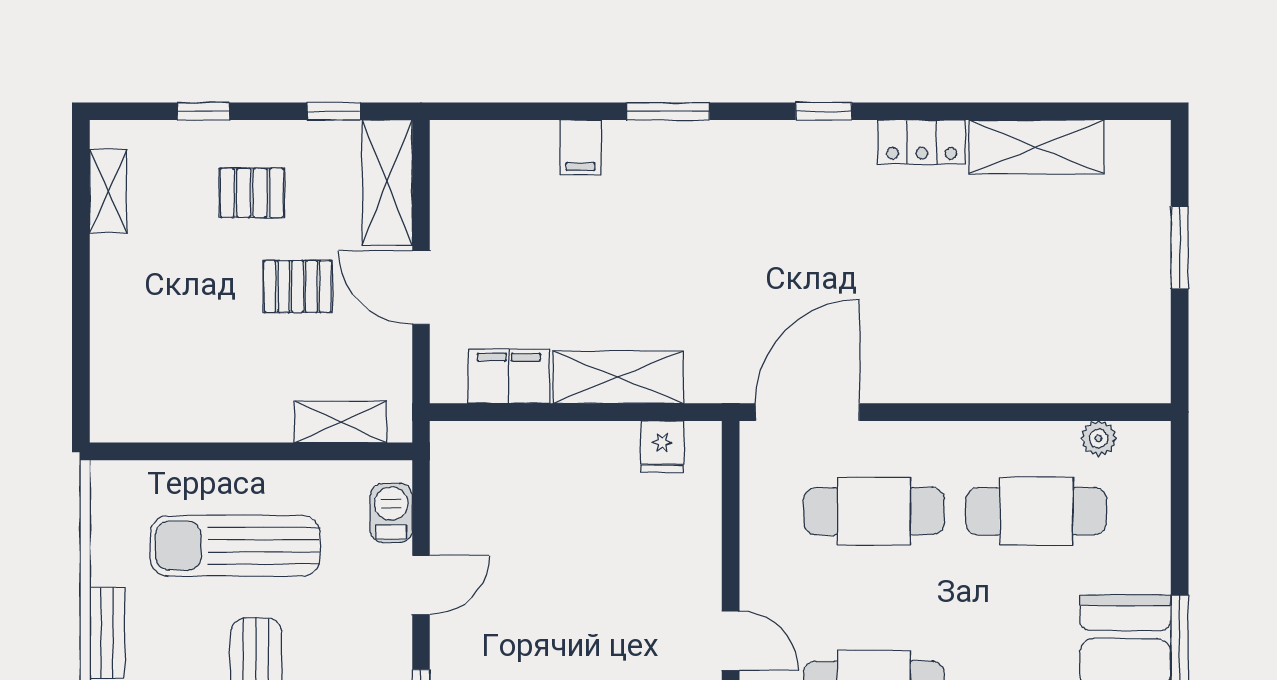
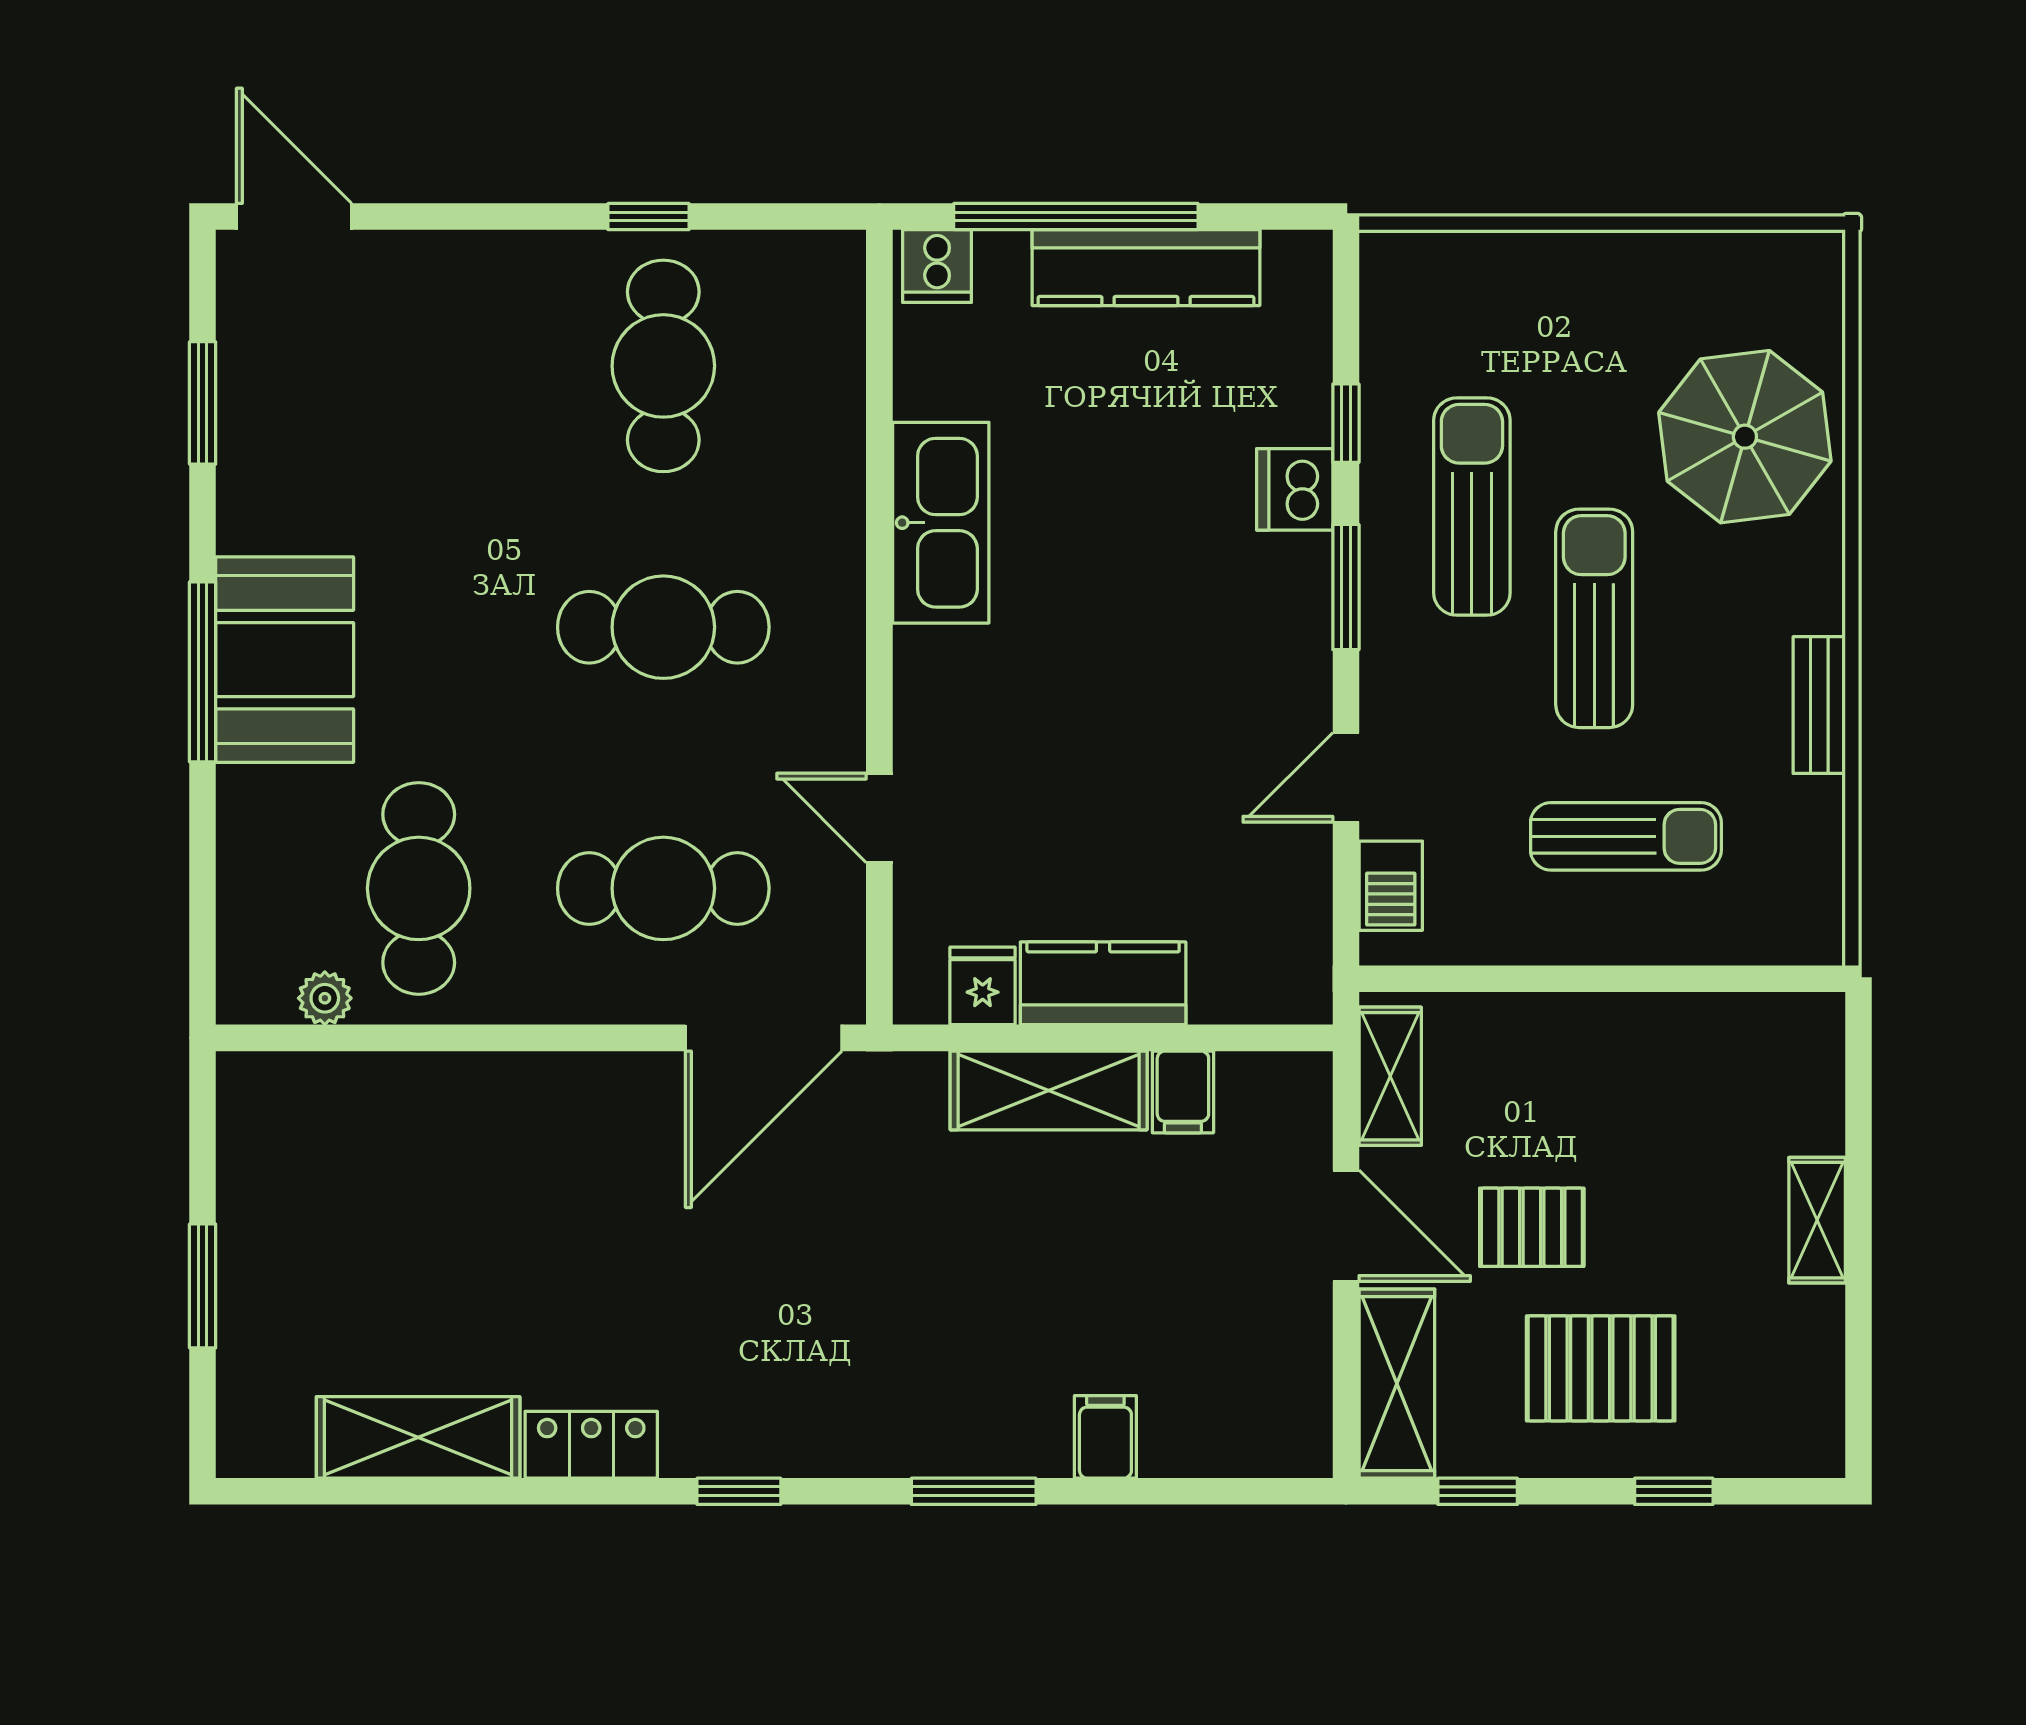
shelving: (108, 191) -> (1817, 1220), moved
pallet: (252, 193) -> (1601, 1368), width x1.50, depth x1.42
filing cabinet: (509, 376) -> (1183, 1092), width x0.50
shelving: (340, 422) -> (1390, 1076), moved, turned 90
kitchen counter: (582, 448) -> (1103, 983), added
cafe table: (1036, 511) -> (419, 888), turned 90
sun lounger: (235, 546) -> (1626, 836), width x0.73, depth x0.75
door: (731, 641) -> (879, 818), moved

